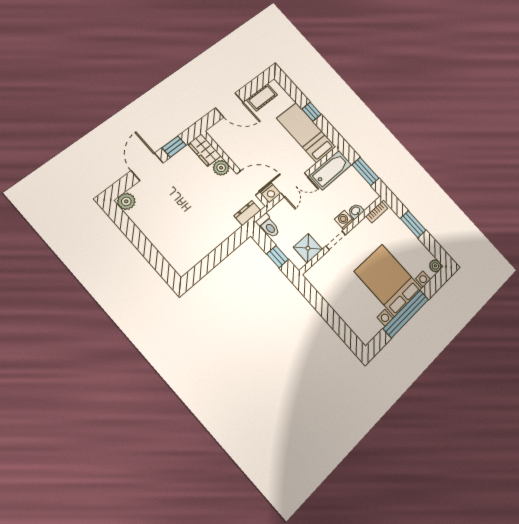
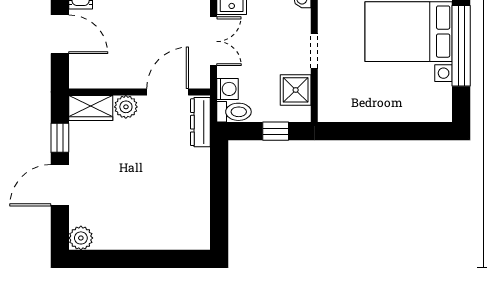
door: (229, 105) -> (60, 34), hinge flipped
door: (147, 167) -> (60, 185), hinge flipped
nightstand: (270, 193) -> (200, 77), removed
dresser: (247, 213) -> (200, 122), width x1.44
washing machine: (344, 220) -> (227, 89), moved, turned 180

